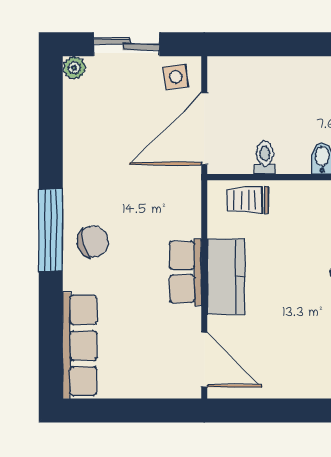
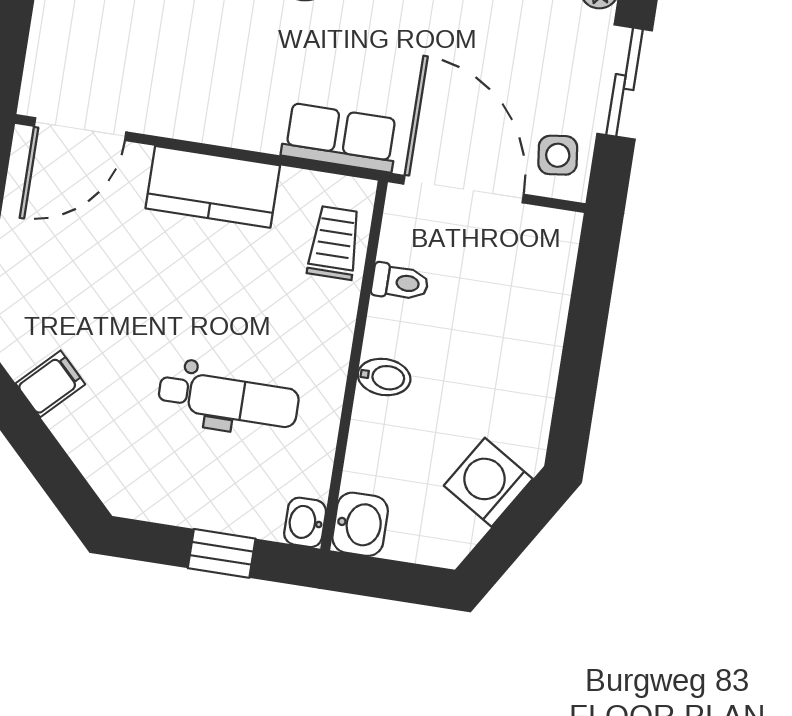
row of seats: (185, 272) -> (340, 138), moved

